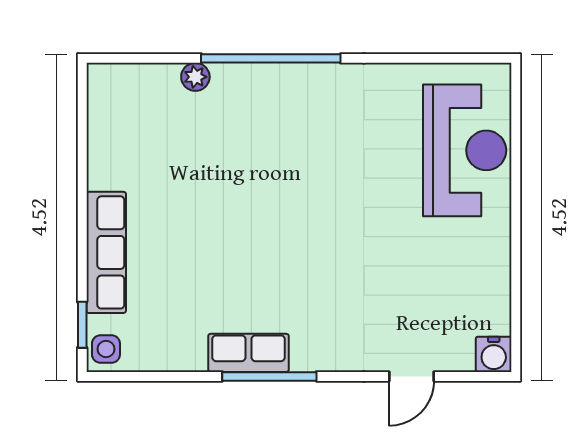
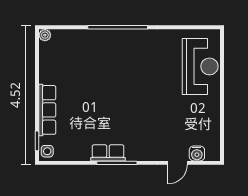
plant: (195, 77) -> (45, 35), moved
water cooler: (494, 354) -> (197, 153), moved

